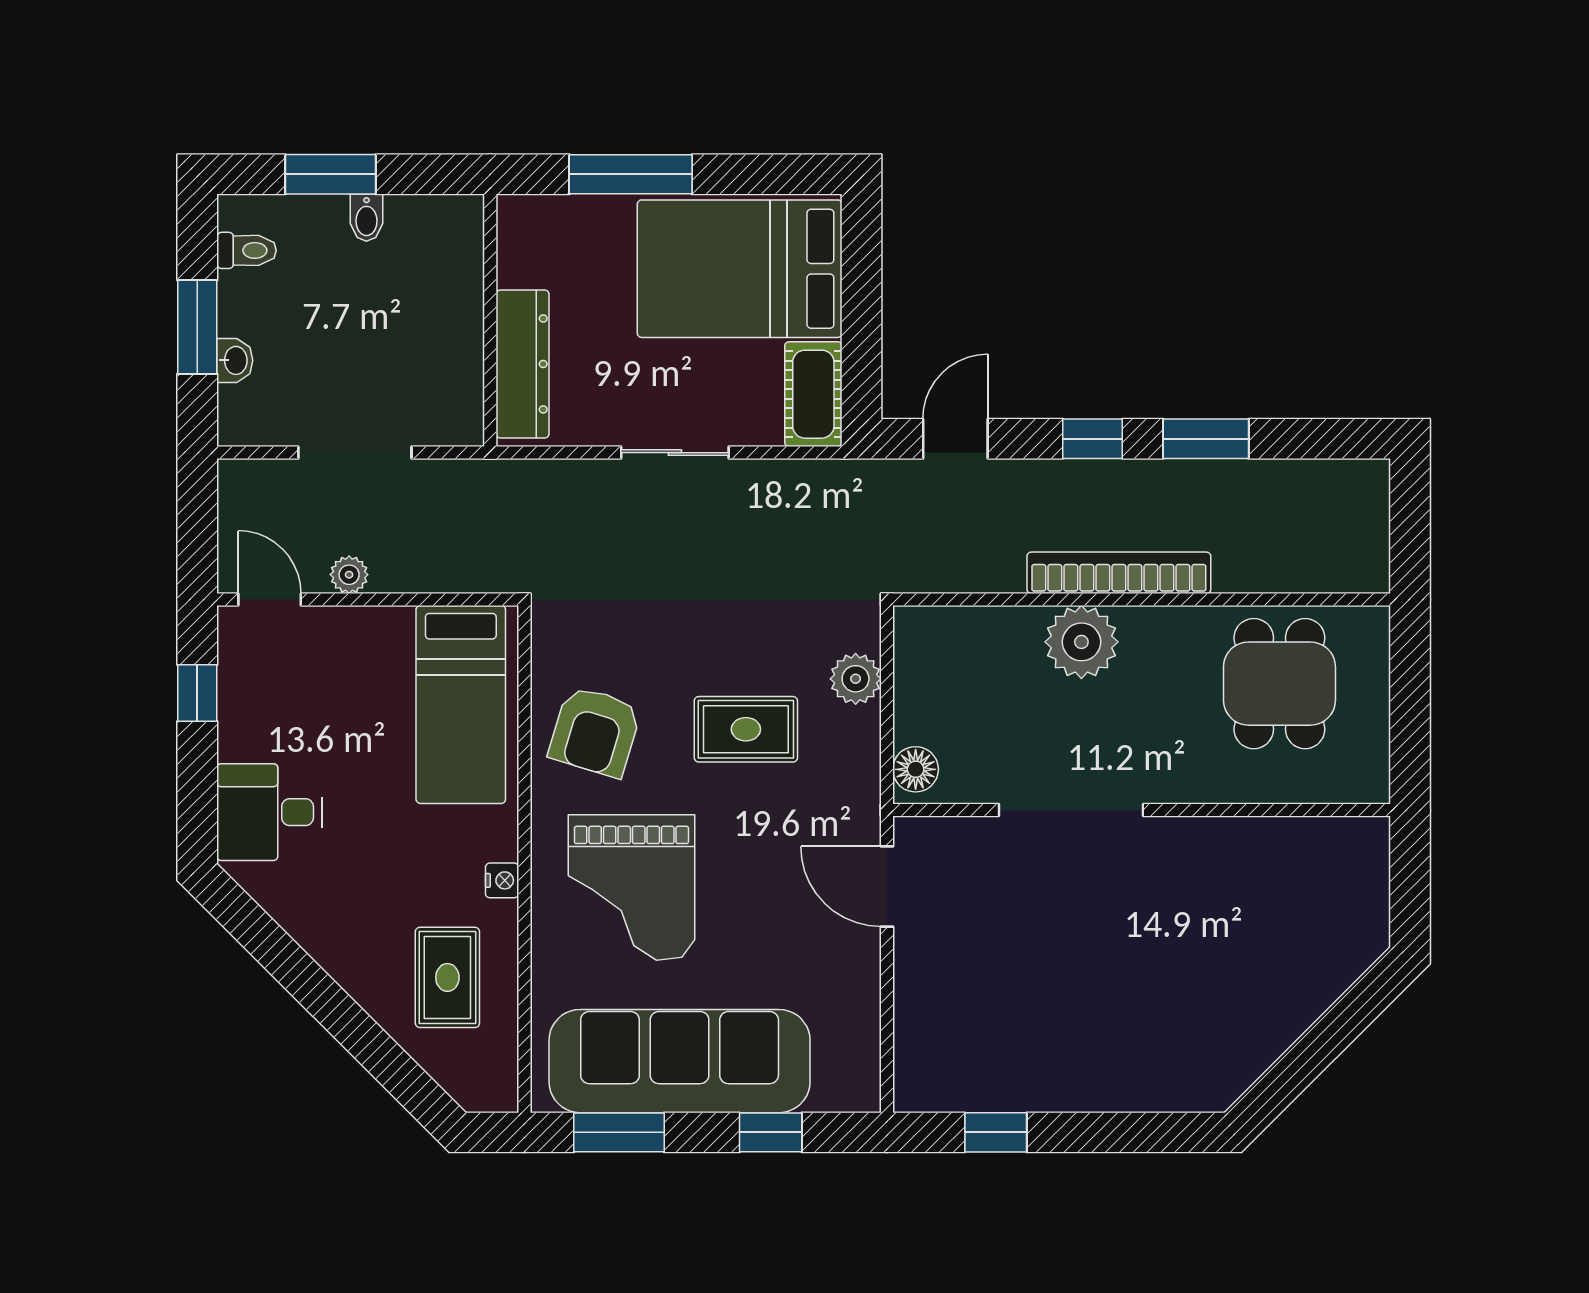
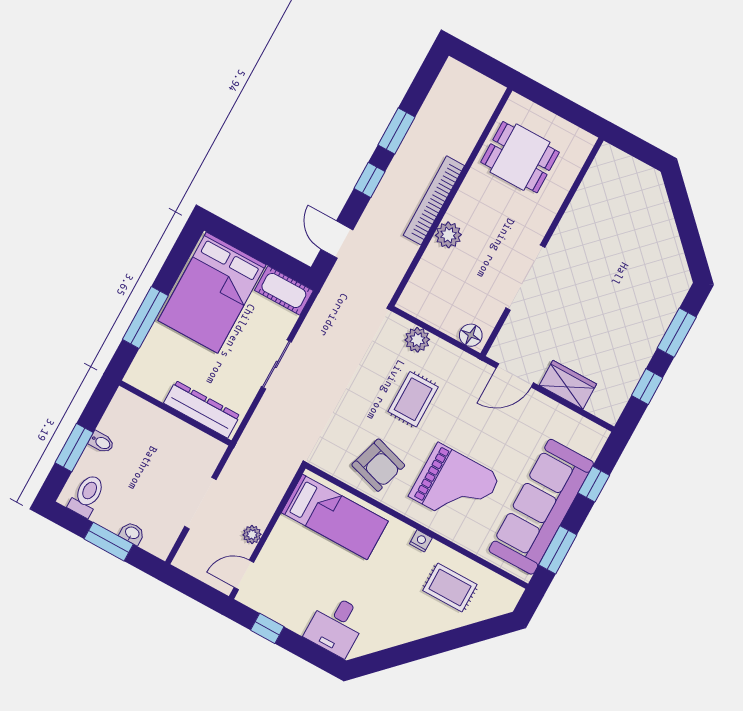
toilet: (247, 250) -> (87, 495), width x1.37, depth x1.39
plant: (1081, 642) -> (448, 235), width x0.73, depth x0.73
wardrobe: (922, 990) -> (568, 385), added
window: (1120, 1132) -> (677, 333), added

